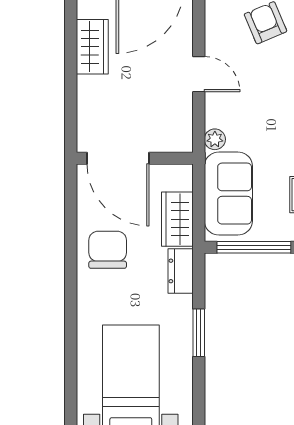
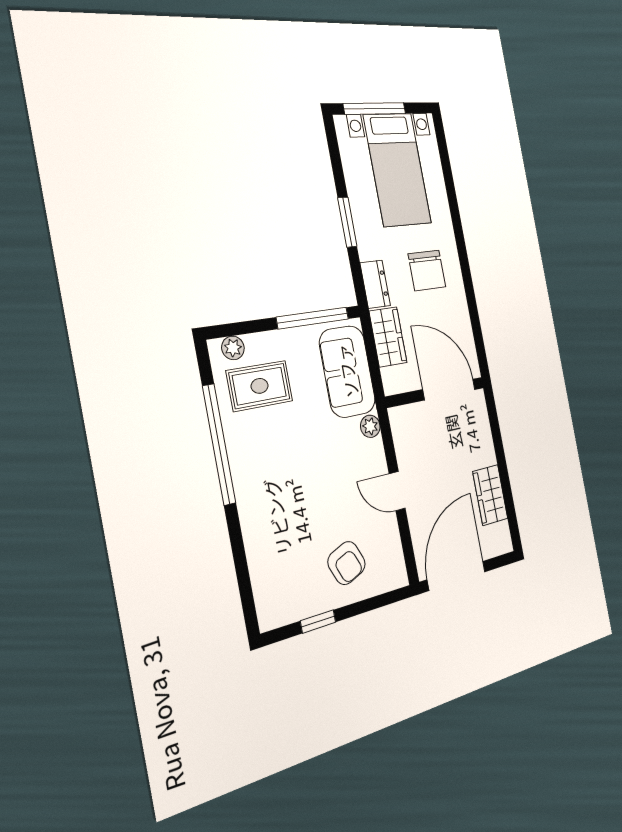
chair: (108, 250) -> (427, 270), moved

